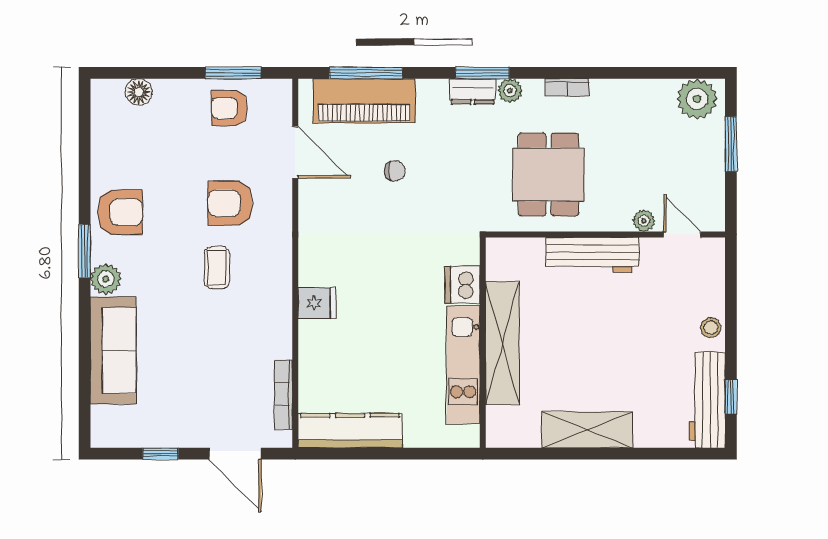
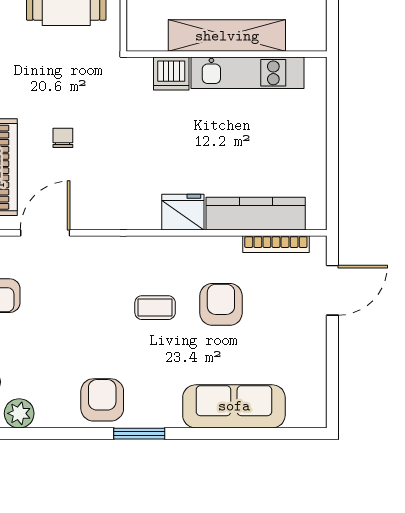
armchair: (230, 203) -> (221, 304), moved, turned 180
plant: (106, 279) -> (19, 413), moved
fridge: (317, 303) -> (183, 212), width x1.38
kitchen counter: (350, 431) -> (256, 214), moved, turned 90
window: (161, 454) -> (332, 361), removed

